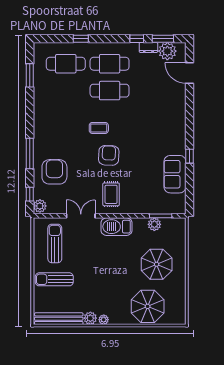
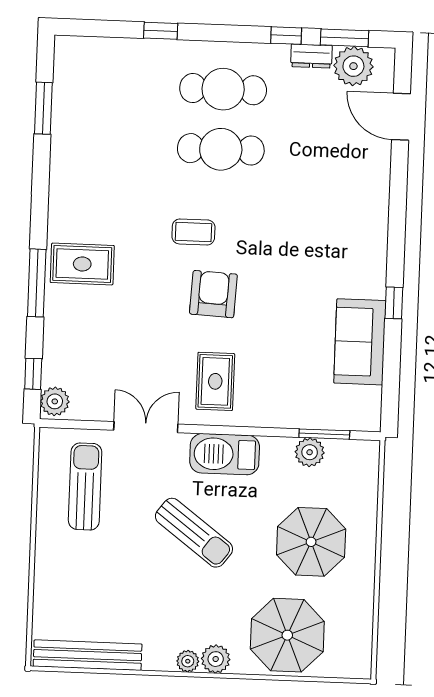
cafe table: (66, 64) -> (125, 85), removed
rug: (50, 144) -> (82, 264), added
armchair: (54, 172) -> (90, 326), removed
sun lounger: (54, 279) -> (194, 533), moved, turned -143
plant: (90, 318) -> (216, 659), moved

